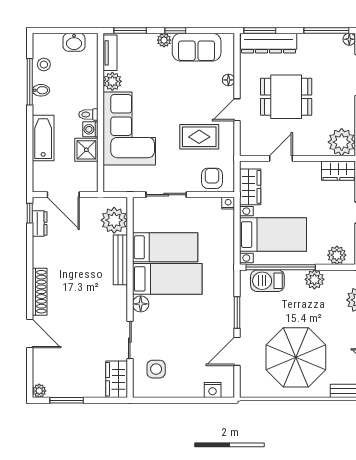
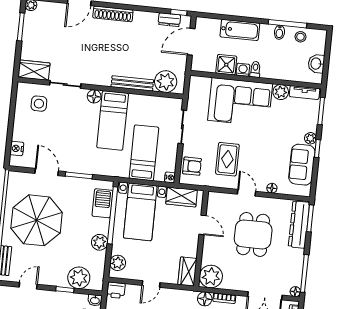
bed: (165, 247) -> (144, 153), moved, turned 180

